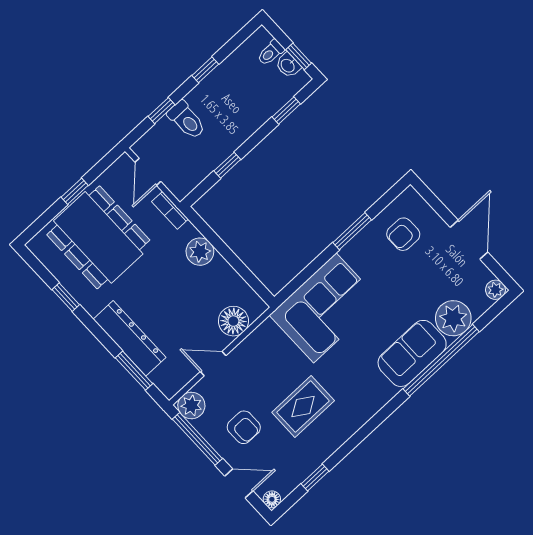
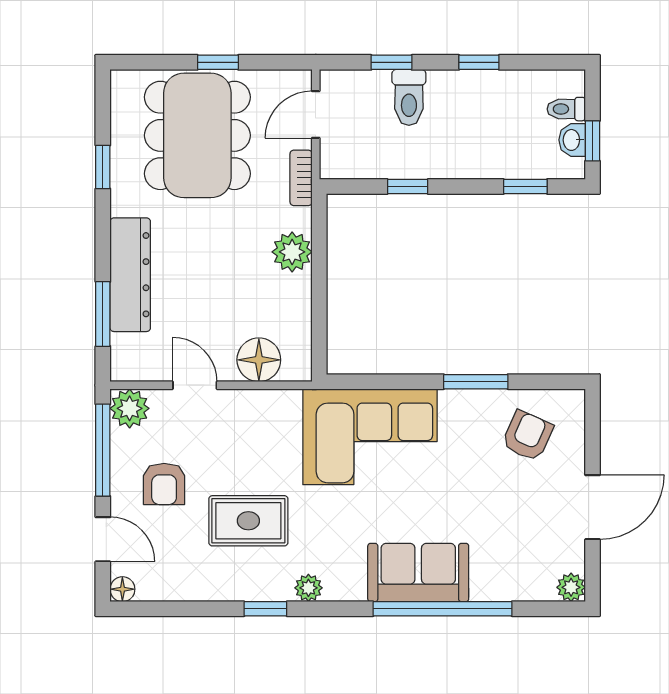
armchair: (403, 234) -> (528, 436), turned 114
plant: (453, 318) -> (308, 588), moved, width x0.53, depth x0.53
window: (315, 477) -> (265, 609), moved

